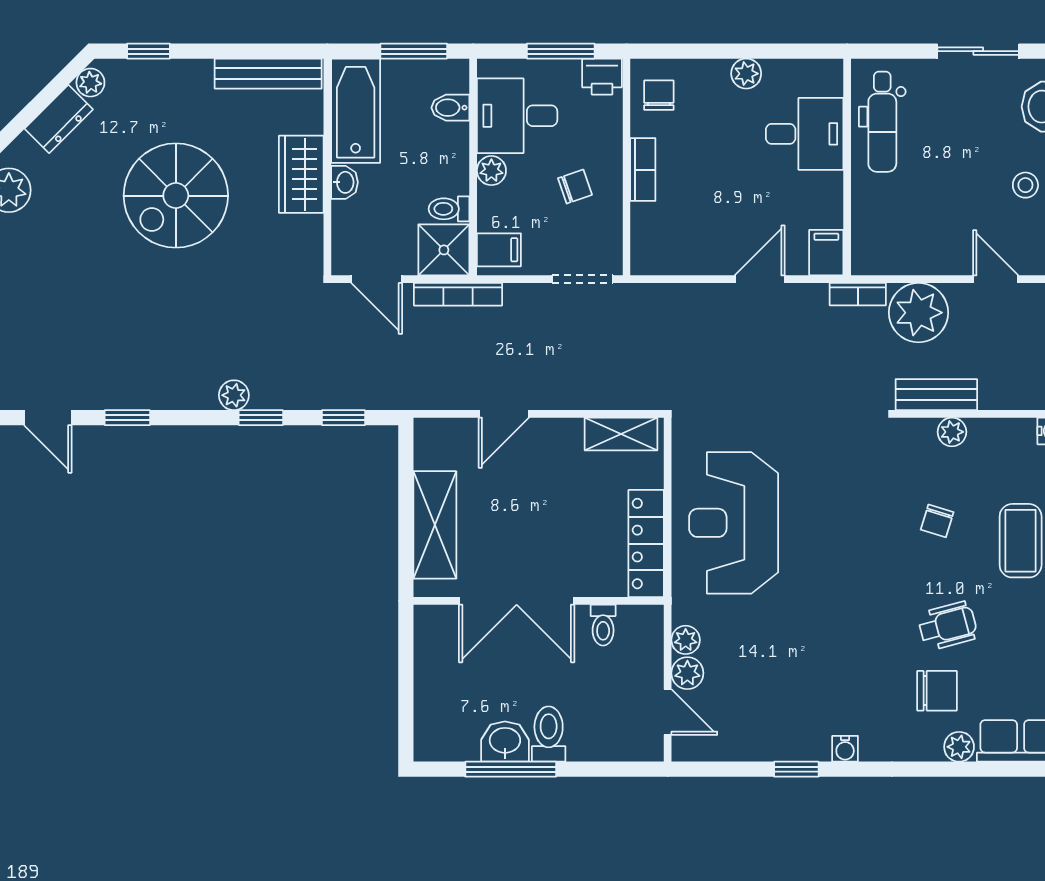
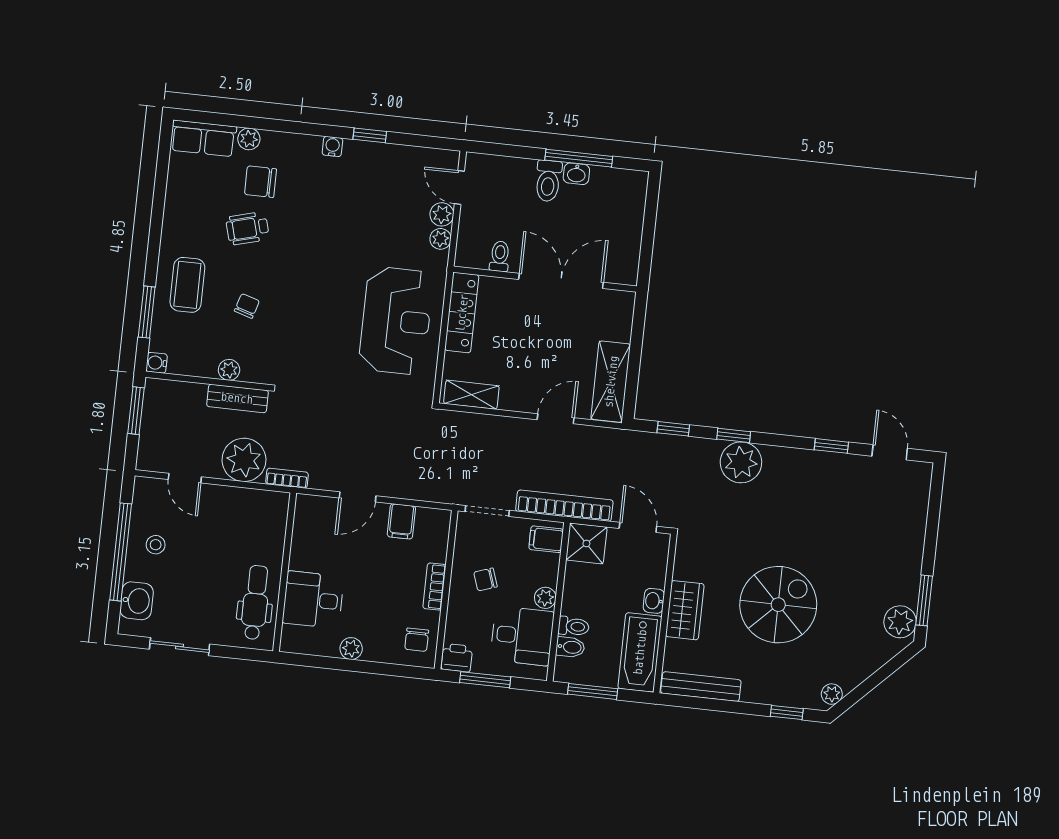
dresser: (59, 119) -> (858, 670), removed
toilet: (449, 209) -> (574, 626), moved
filing cabinet: (826, 253) -> (401, 521), moved
bookcase: (458, 294) -> (564, 506), width x1.48, depth x1.31
plant: (234, 395) -> (741, 462), width x1.88, depth x1.88
shelving: (435, 525) -> (611, 382), moved
washbasin: (505, 742) -> (576, 174), width x0.72, depth x0.69

